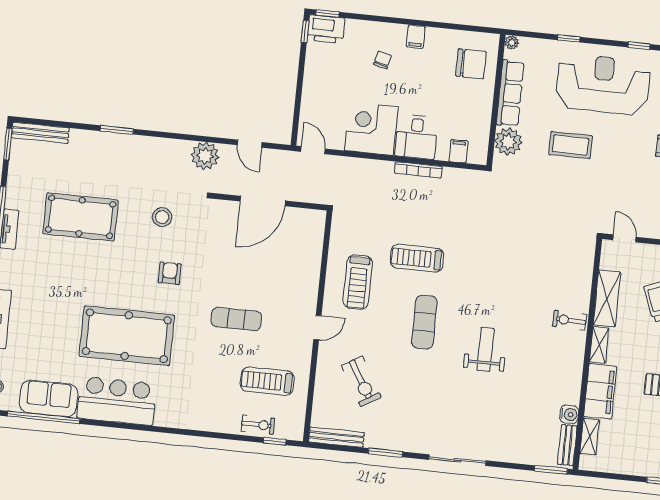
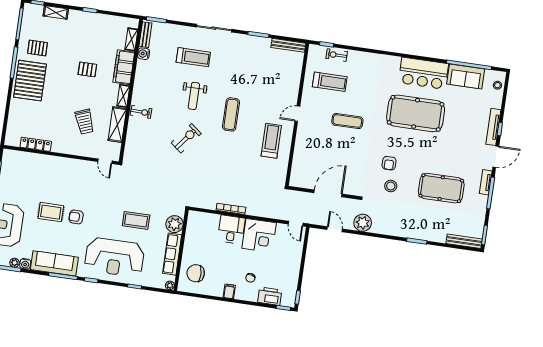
printer: (326, 29) -> (270, 296), moved
filing cabinet: (458, 151) -> (206, 220), removed
treadmill: (417, 258) -> (193, 57), moved
armchair: (170, 273) -> (389, 163), moved
exercise bike: (361, 381) -> (186, 138), moved, turned 69

